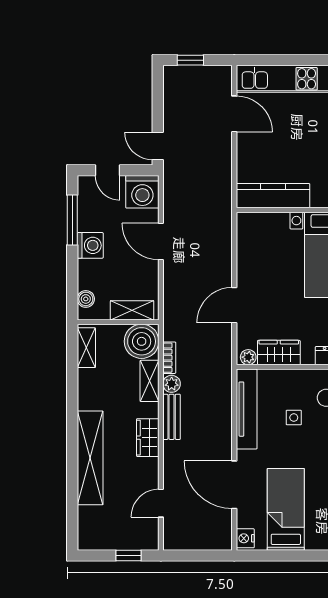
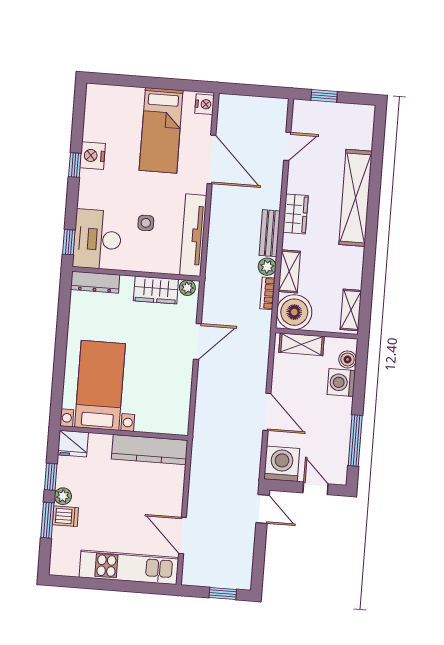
washing machine: (90, 245) -> (341, 382), moved

